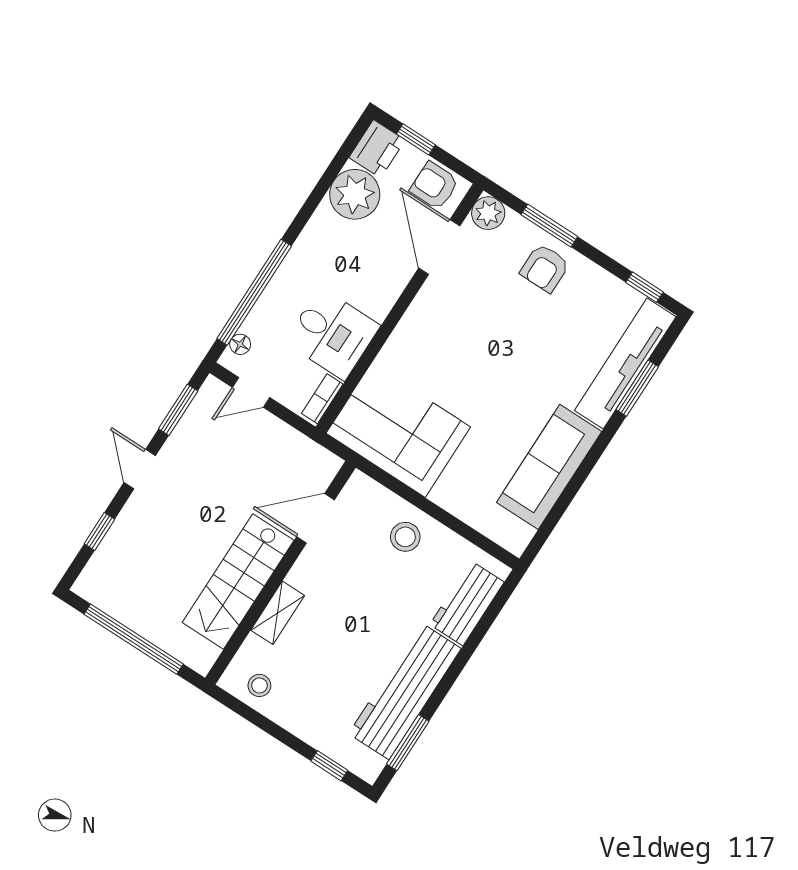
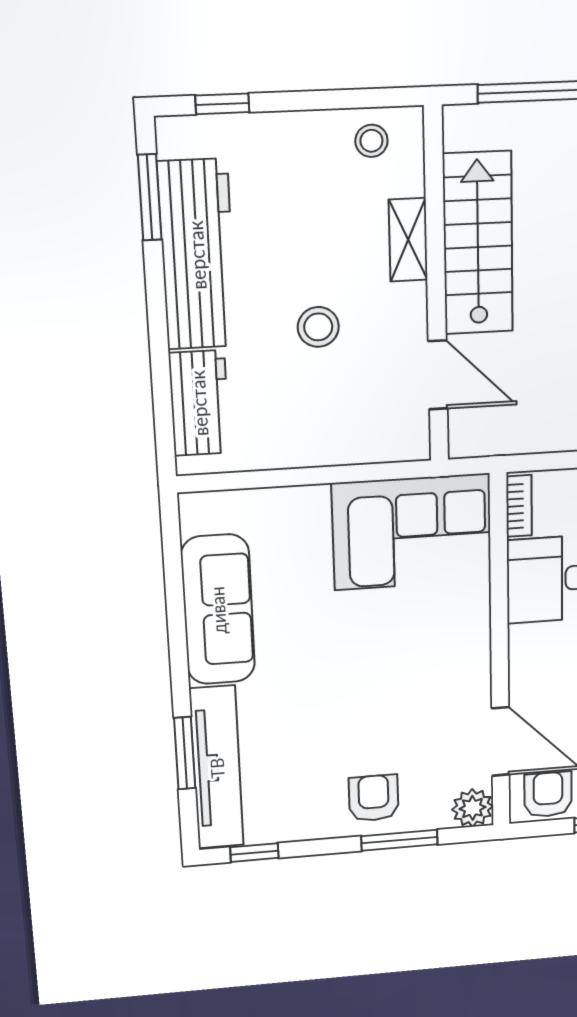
armchair: (434, 186) -> (548, 794), turned -90
door: (316, 518) -> (438, 375), hinge flipped
stool: (405, 537) -> (318, 327), moved

